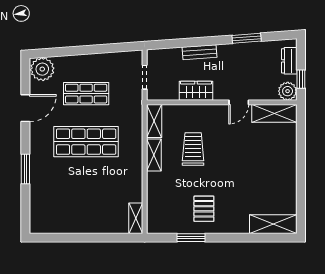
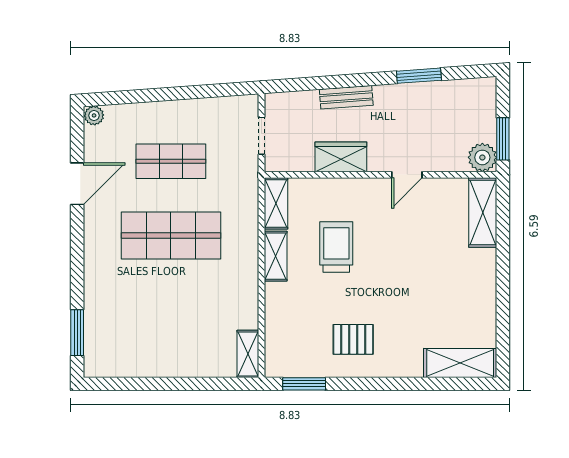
dresser: (289, 61) -> (485, 111), removed
plant: (42, 69) -> (94, 115), width x0.53, depth x0.53
window: (301, 79) -> (503, 139), width x1.50
shelving: (274, 113) -> (483, 213), moved, turned 90
window: (25, 169) -> (77, 333), moved
pallet: (204, 209) -> (353, 339), turned 90
window: (191, 238) -> (304, 384), moved

